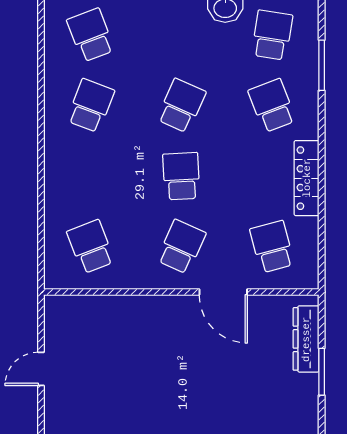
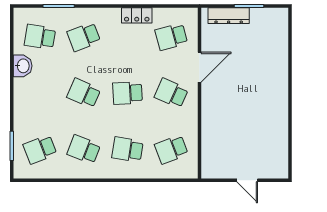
school desk: (91, 176) -> (128, 149), added
locker: (307, 178) -> (137, 15), width x0.66

